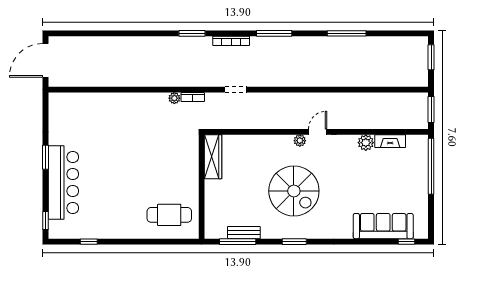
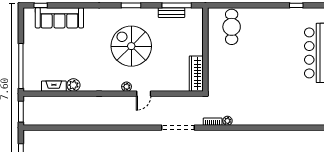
doorway: (236, 90) -> (178, 128), width x1.88
door: (318, 132) -> (144, 94), moved
cafe table: (169, 215) -> (232, 27), turned 90

